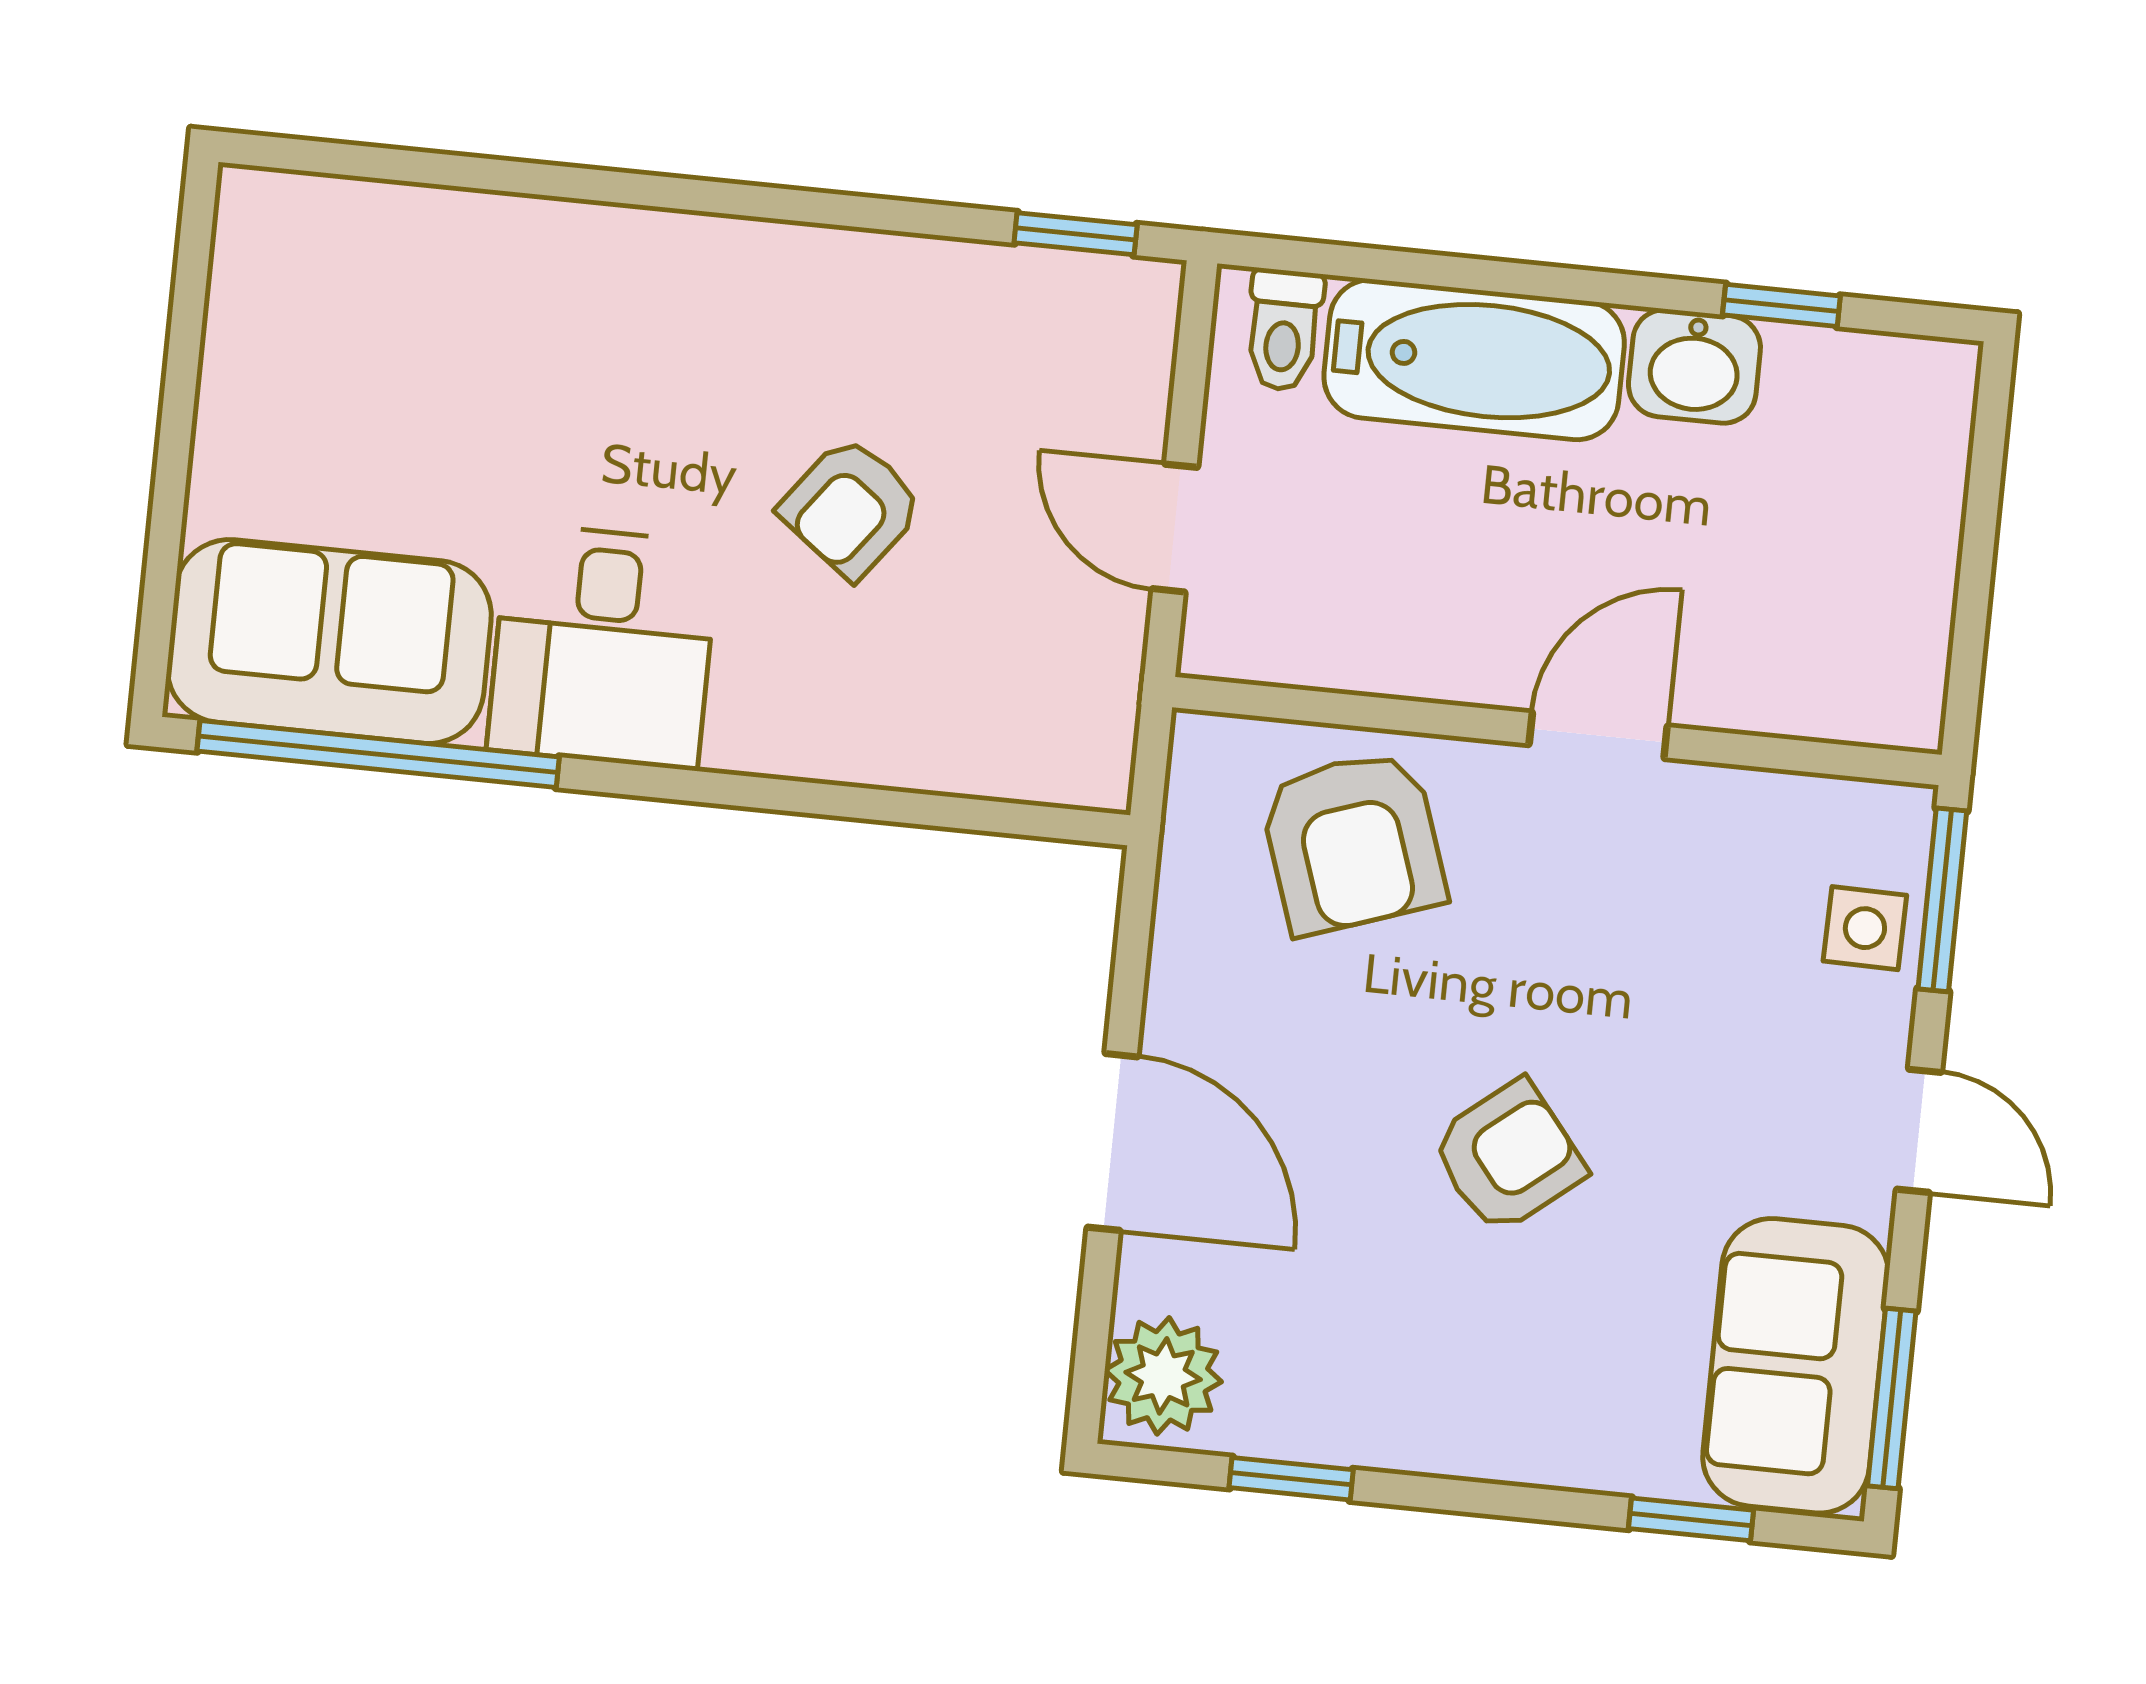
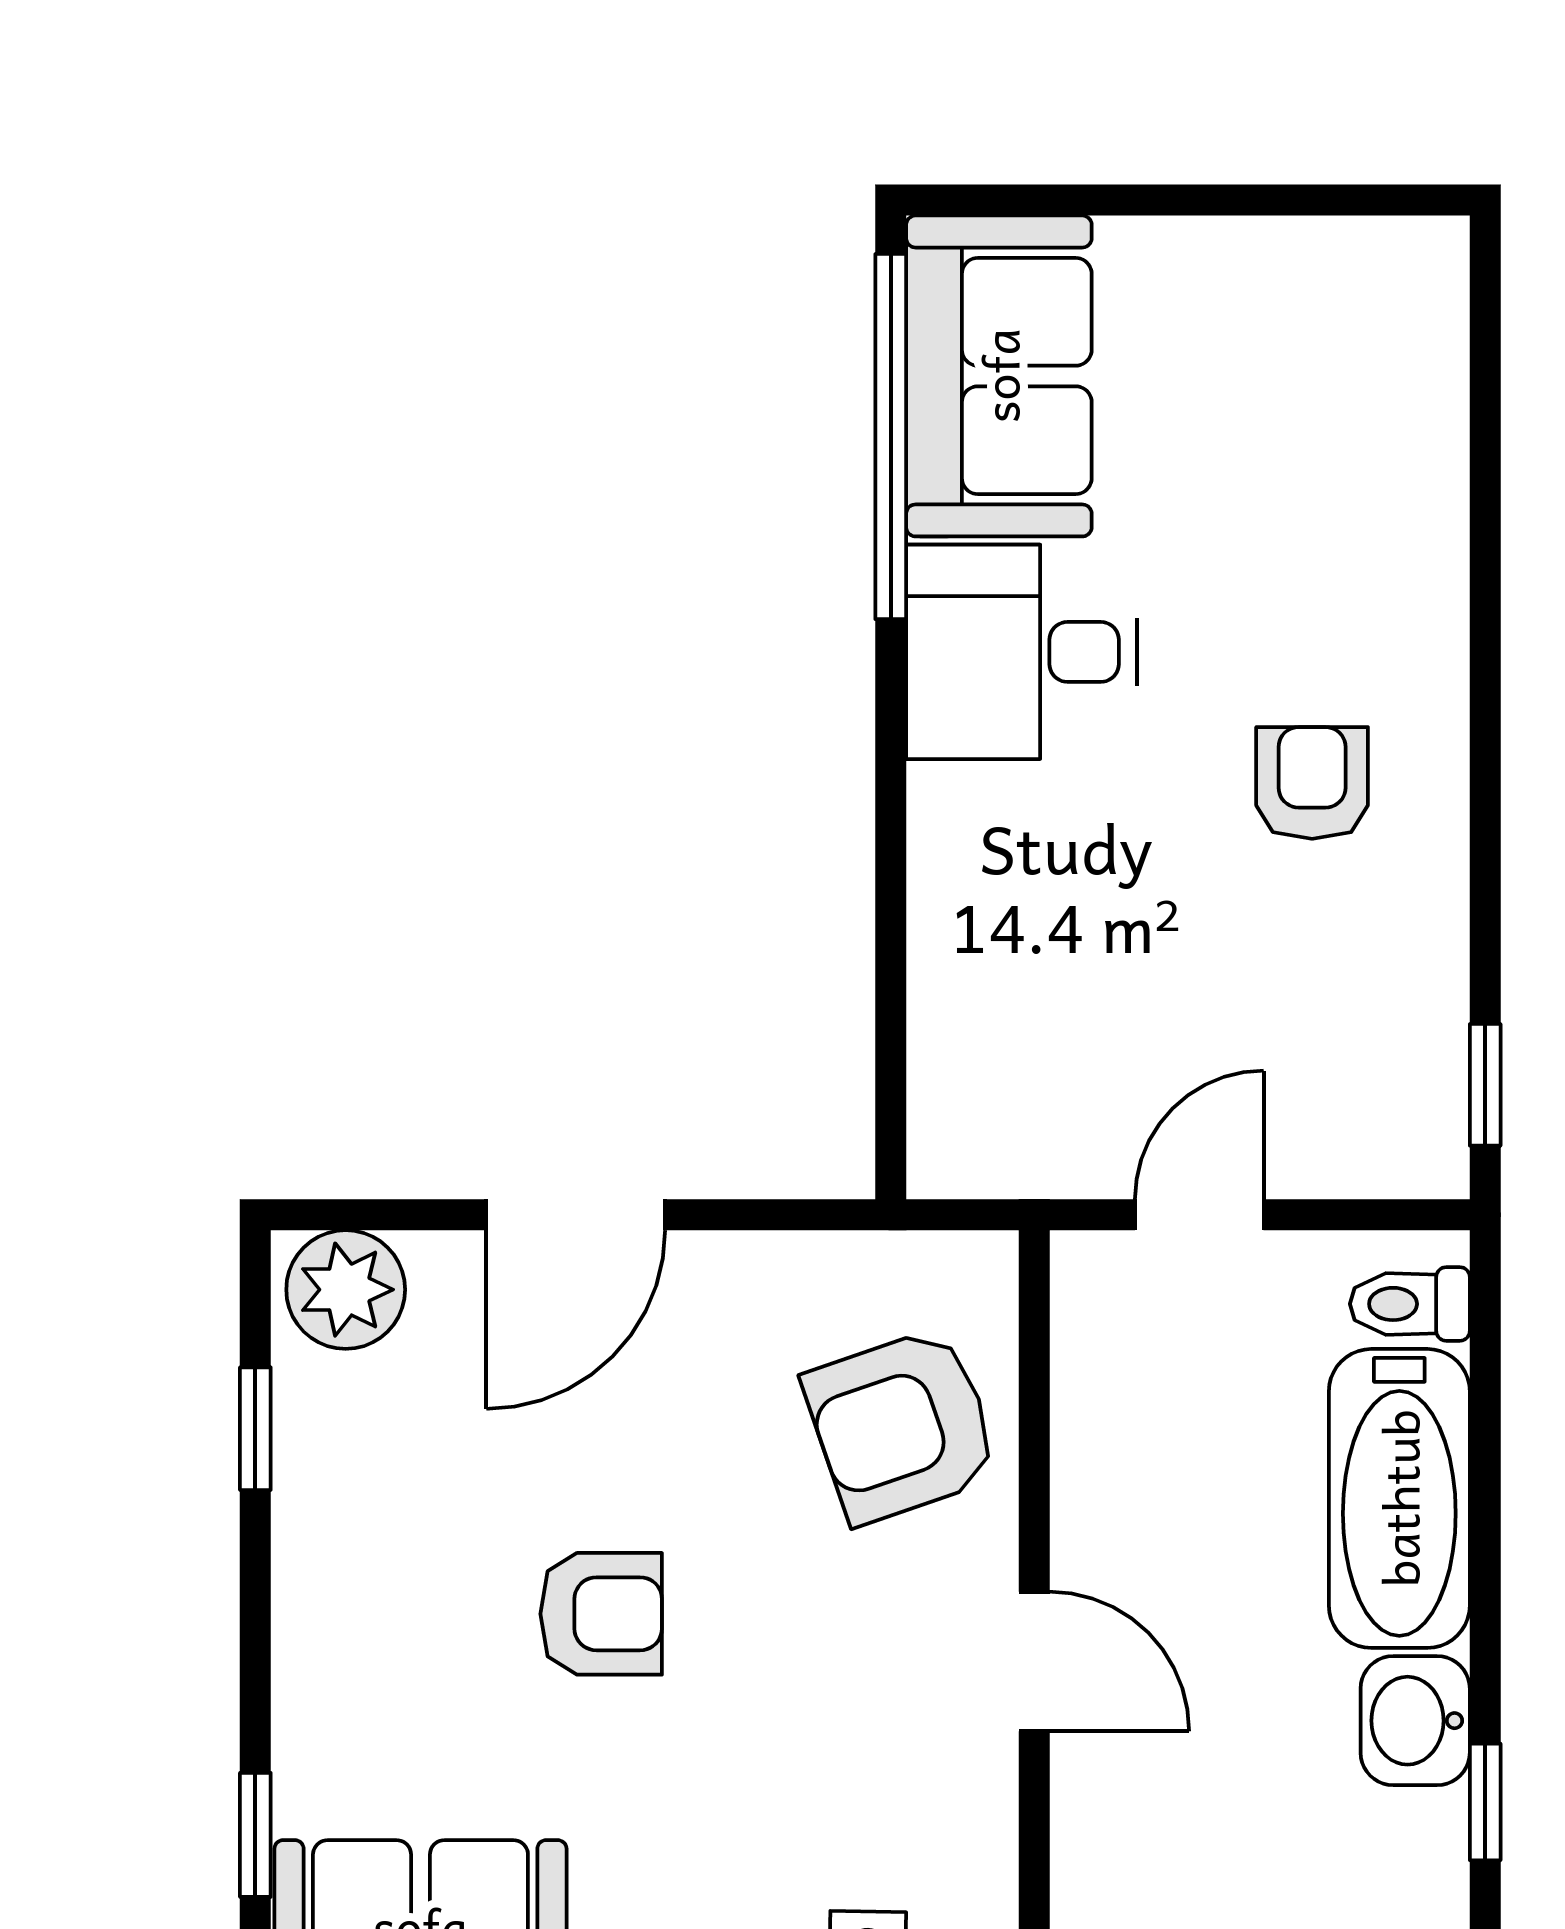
armchair: (851, 508) -> (1312, 783), moved, turned 53
armchair: (1508, 1157) -> (601, 1614), turned -51

